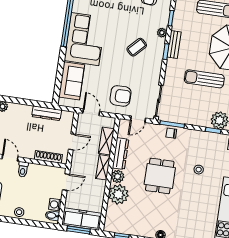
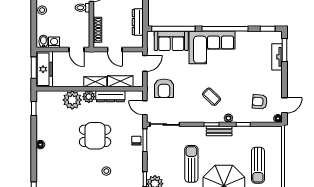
window: (59, 77) -> (173, 29), added

